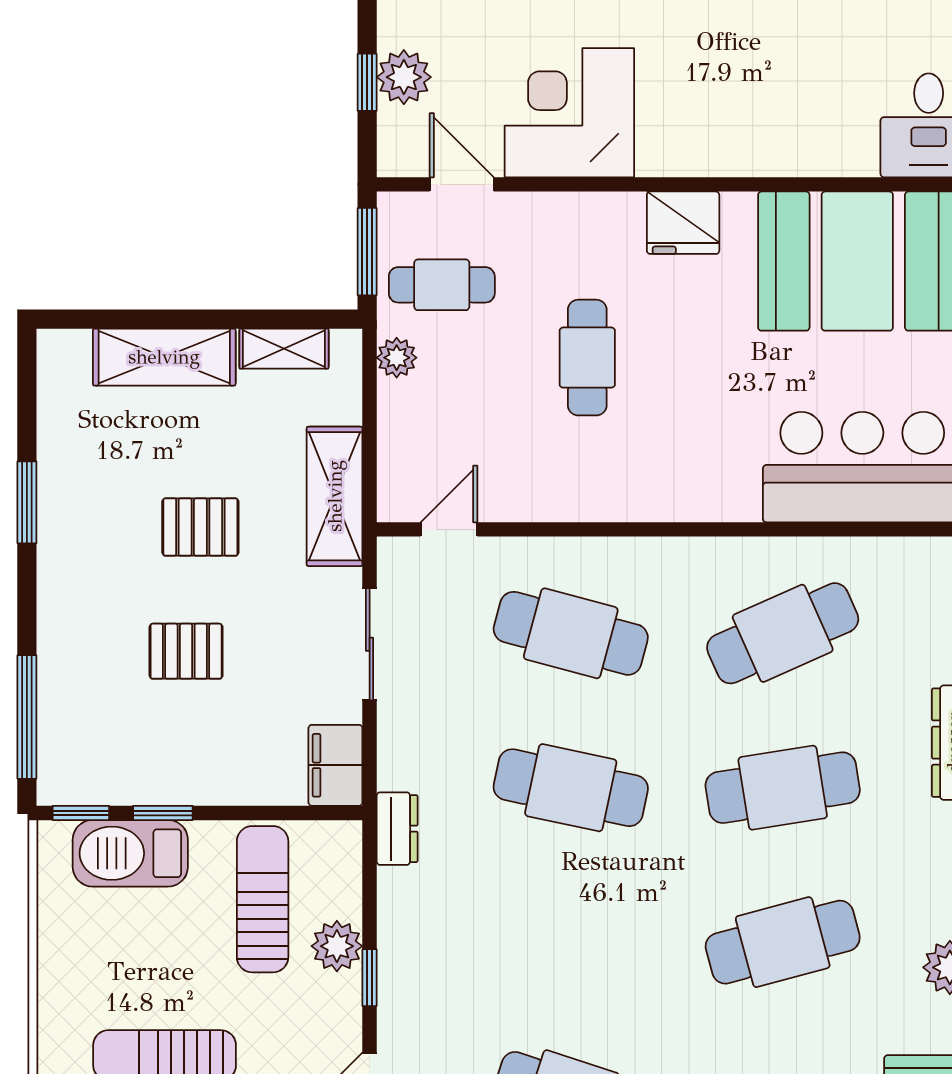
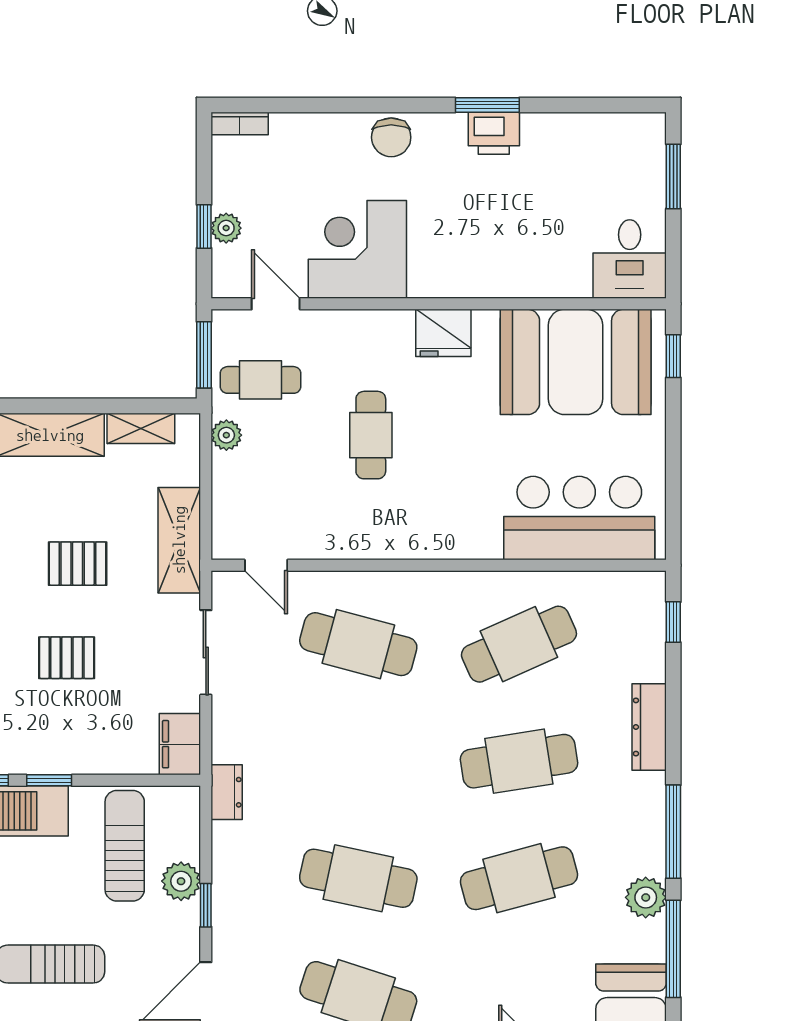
plant: (404, 77) -> (226, 228), width x0.73, depth x0.73
door: (449, 529) -> (266, 565), swing flipped
cafe table: (571, 788) -> (358, 878), moved

